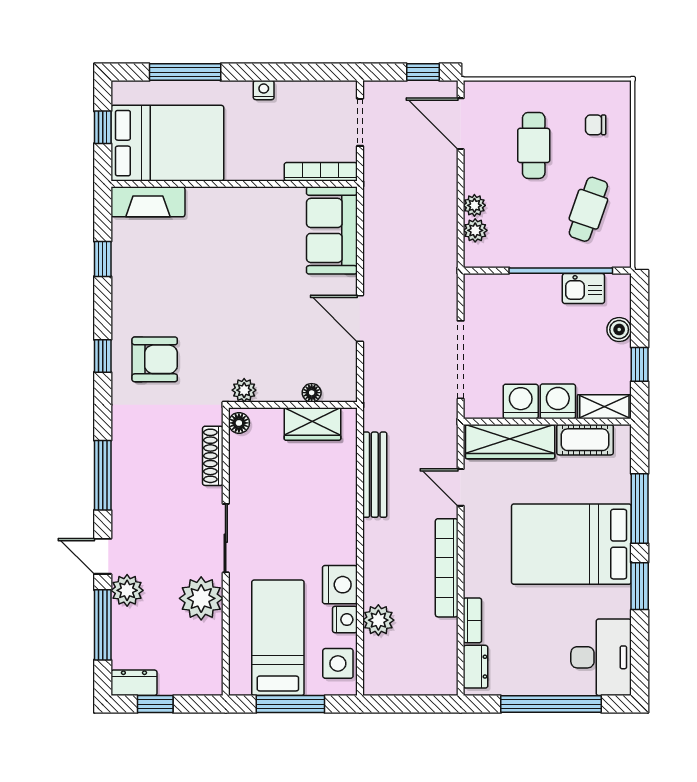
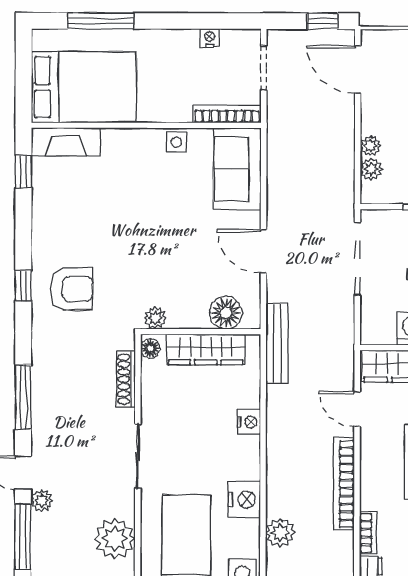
nightstand: (264, 90) -> (210, 38), moved
window: (103, 127) -> (24, 72), removed
side table: (266, 202) -> (176, 142), added
window: (103, 259) -> (23, 172), moved
doorway: (461, 360) -> (357, 259), moved
floor lamp: (312, 393) -> (226, 313), width x1.89, depth x1.89
wardrobe: (312, 424) -> (206, 349), width x1.50
bench: (375, 475) -> (277, 343), moved
plant: (127, 590) -> (42, 500), width x0.73, depth x0.73
plant: (201, 598) -> (115, 539), moved
nightstand: (345, 620) -> (249, 422), moved

